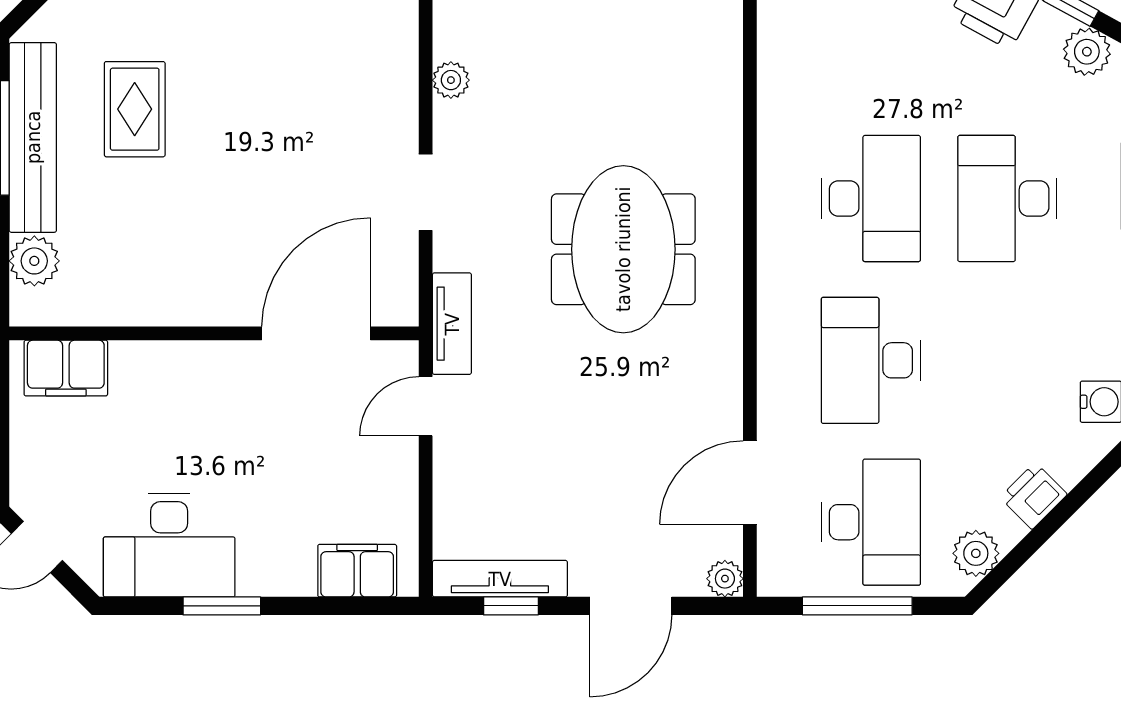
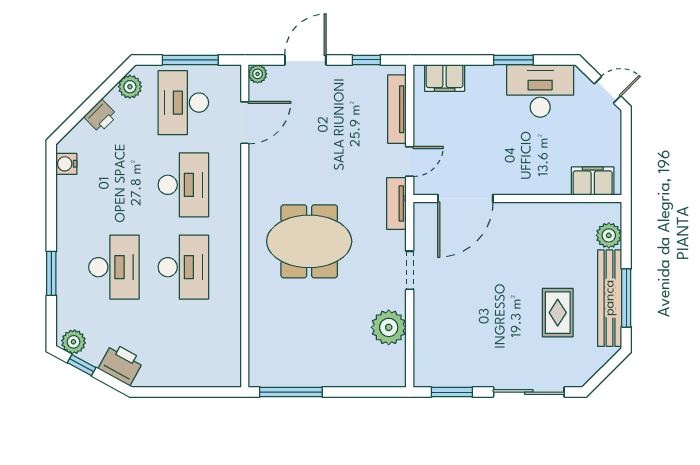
plant: (451, 80) -> (389, 327), width x1.87, depth x1.87
desk: (871, 199) -> (183, 267), turned 180
meeting table: (623, 249) -> (309, 241), turned 90
tv unit: (500, 579) -> (397, 109), moved, turned 90

